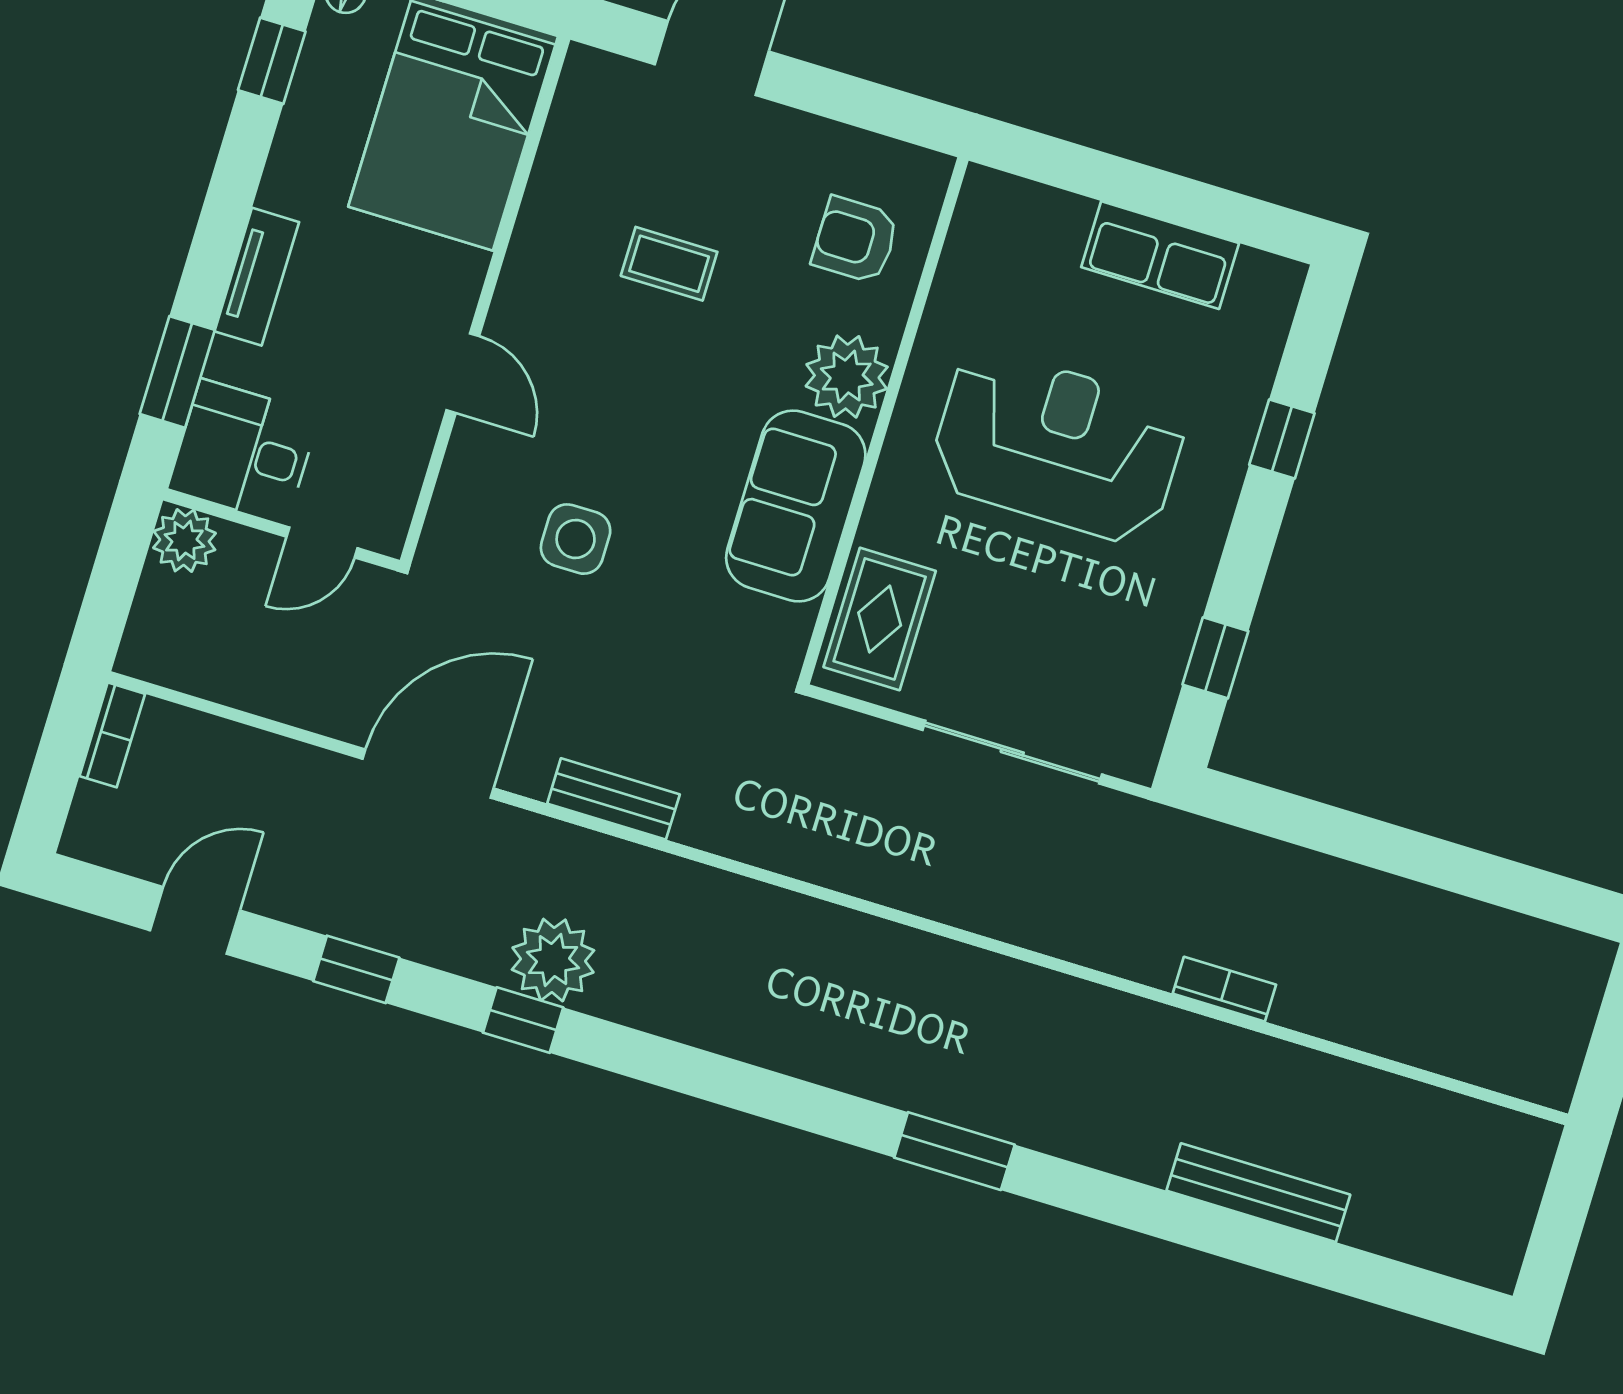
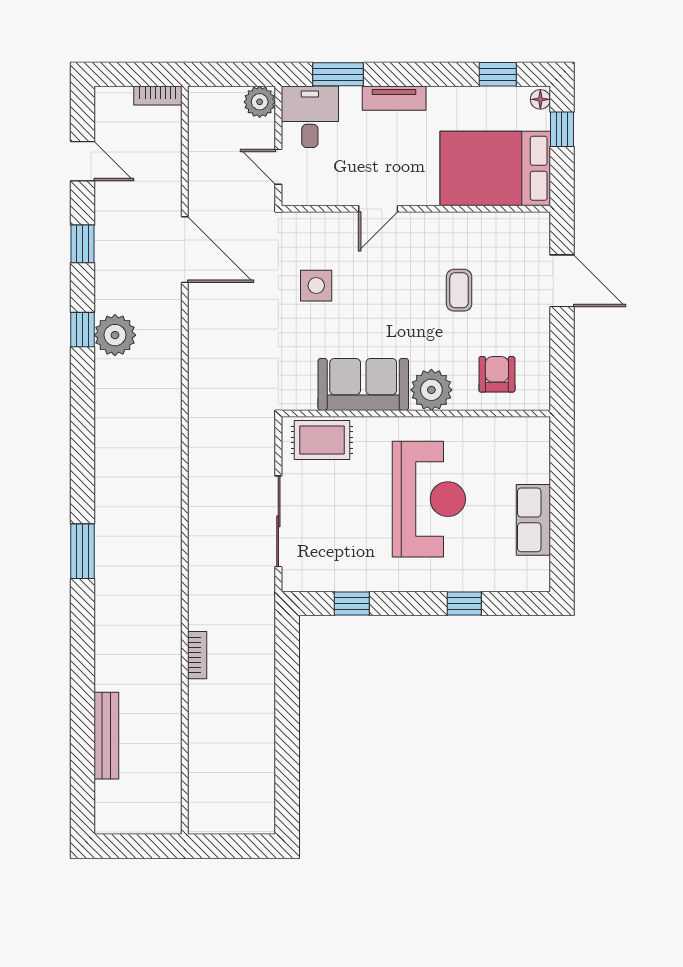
bench: (613, 799) -> (199, 340), removed
bench: (1258, 1193) -> (106, 736), moved

